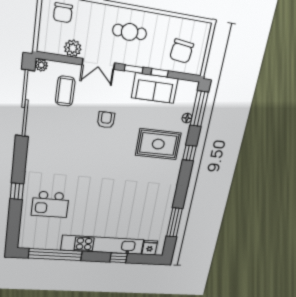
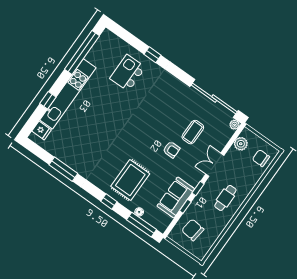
plant: (73, 48) -> (241, 144), moved
coffee table: (65, 91) -> (193, 132), moved, turned 90
window: (174, 222) -> (63, 169), moved

